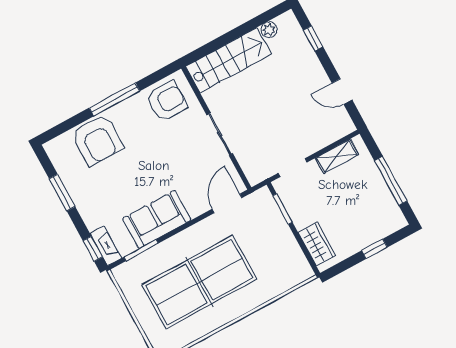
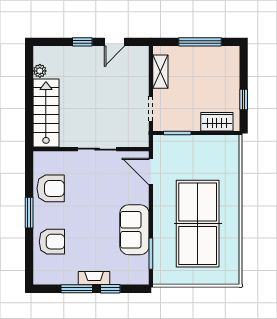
window: (313, 38) -> (82, 42), moved
window: (115, 99) -> (29, 213), width x0.69
armchair: (167, 101) -> (51, 188), moved, turned 90
armchair: (97, 140) -> (52, 242), width x0.73, depth x0.73
fireplace: (106, 246) -> (94, 278), moved
window: (93, 249) -> (110, 289), moved
window: (374, 249) -> (244, 100), moved

